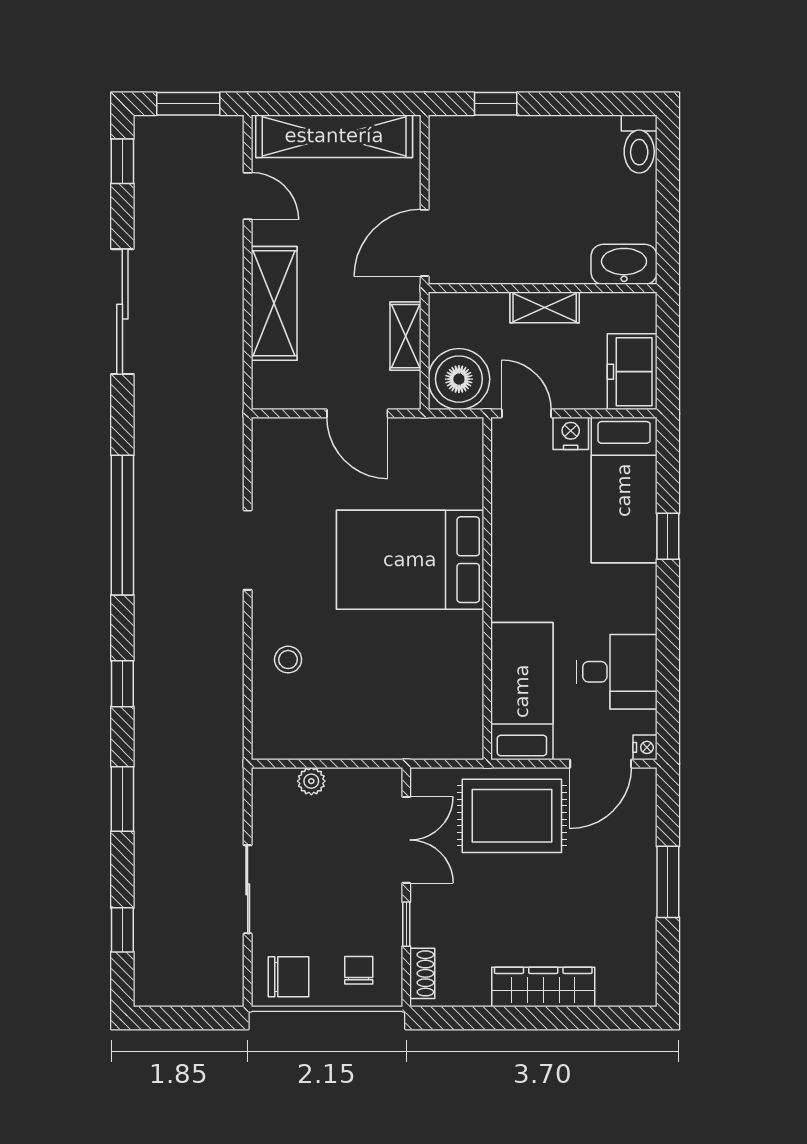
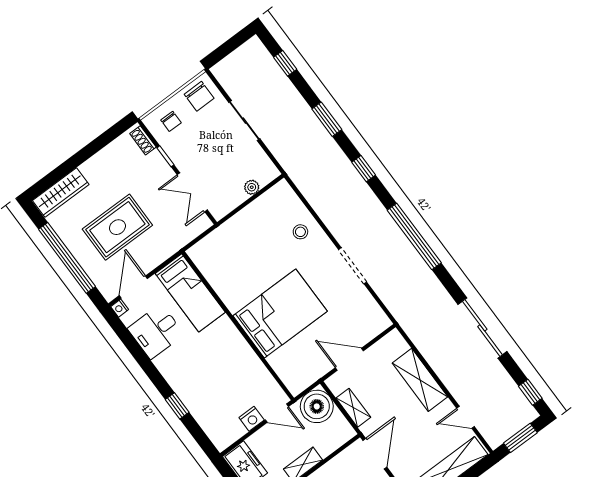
bed: (624, 490) -> (211, 412), removed
rug: (512, 816) -> (117, 227), moved
window: (668, 882) -> (67, 258), width x2.11
chair: (288, 977) -> (199, 96), turned -90
wardrobe: (543, 987) -> (61, 192), moved

